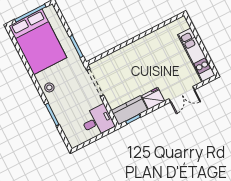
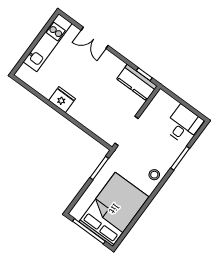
double door: (182, 94) -> (95, 38), swing flipped
fridge: (153, 98) -> (62, 100), moved, turned 180
desk: (97, 121) -> (183, 125), moved, turned 90

